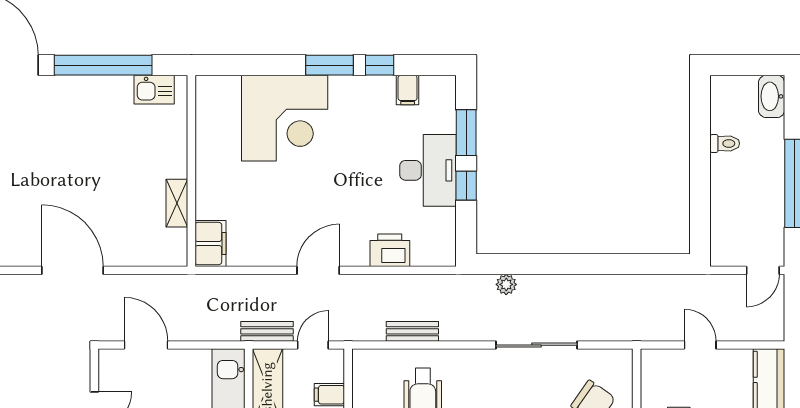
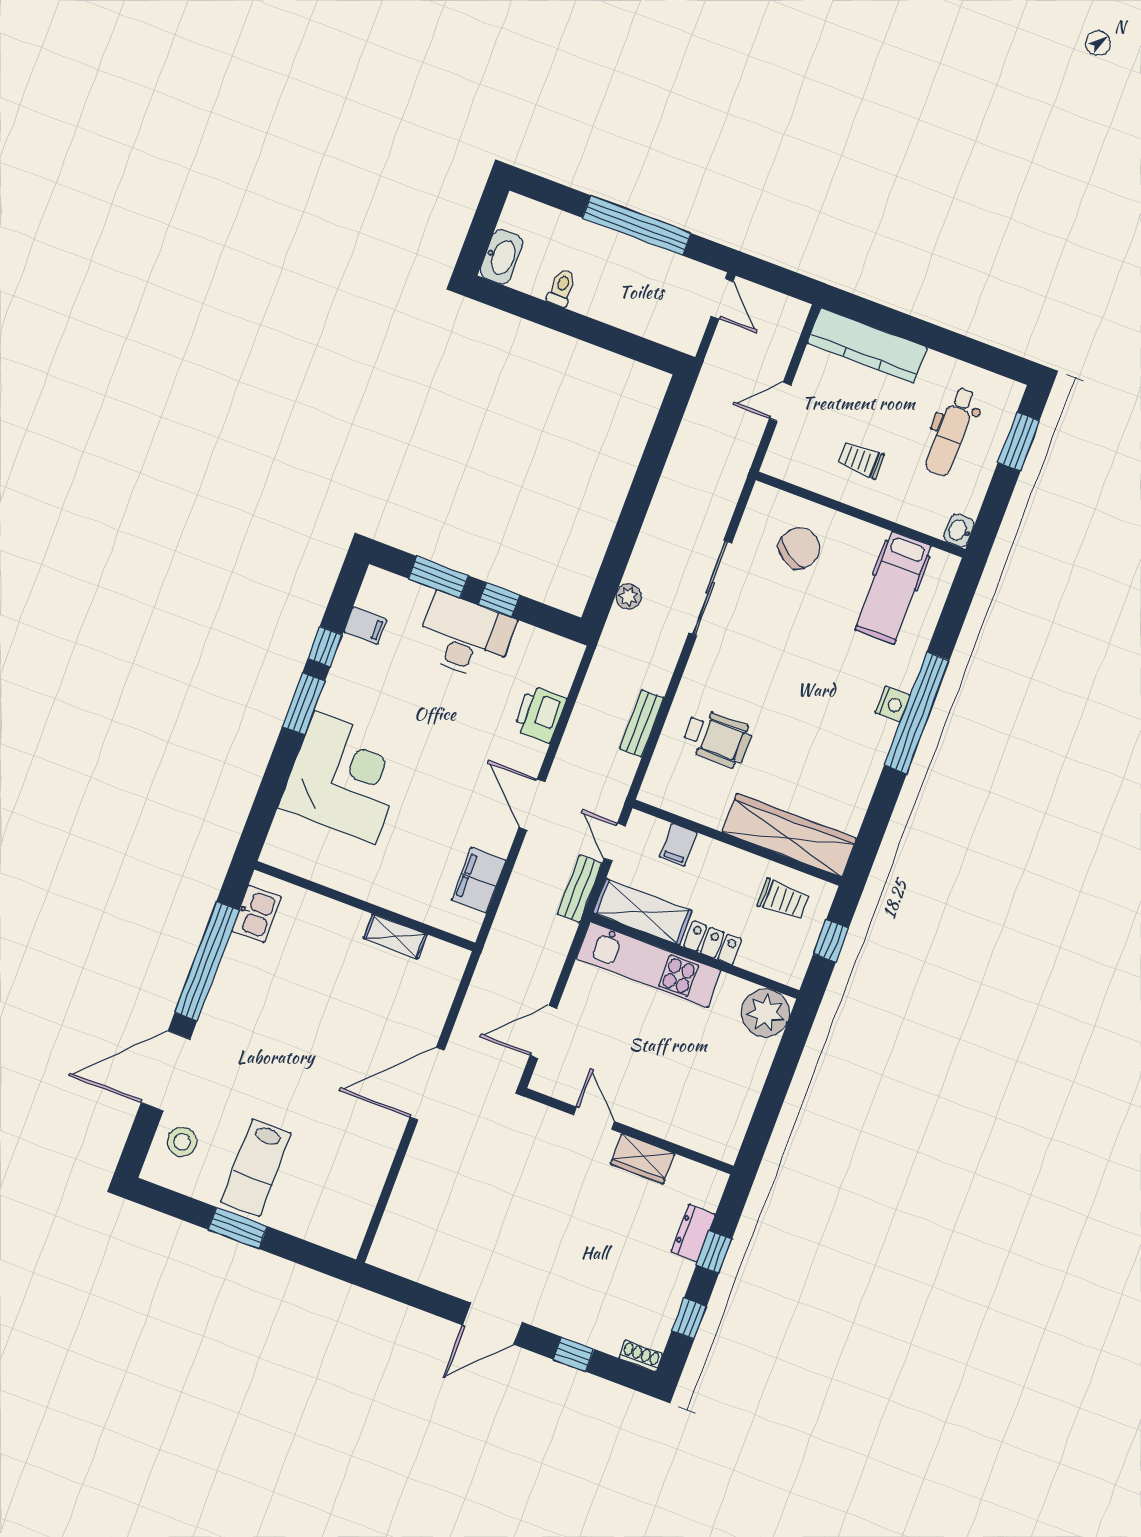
washbasin: (772, 96) -> (501, 257), moved, turned -90
filing cabinet: (210, 244) -> (479, 880), moved, turned -90

